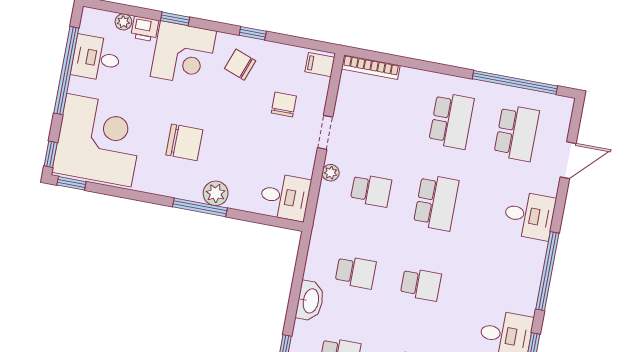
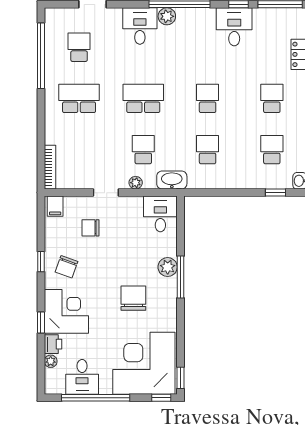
school desk: (517, 133) -> (79, 47), width x0.54
plant: (535, 252) -> (167, 16), added
washbasin: (310, 301) -> (172, 180), moved

